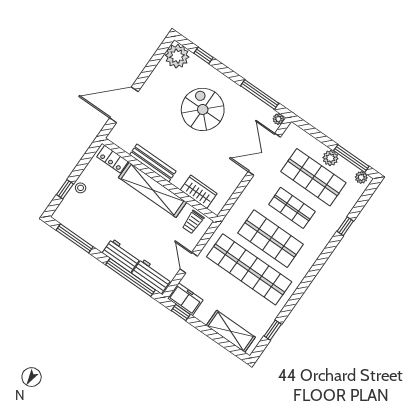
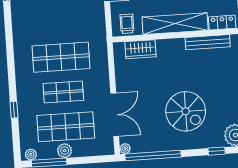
window: (260, 94) -> (153, 155), width x1.46
bench: (153, 163) -> (208, 42), moved
shop shelf: (249, 269) -> (59, 22), removed

